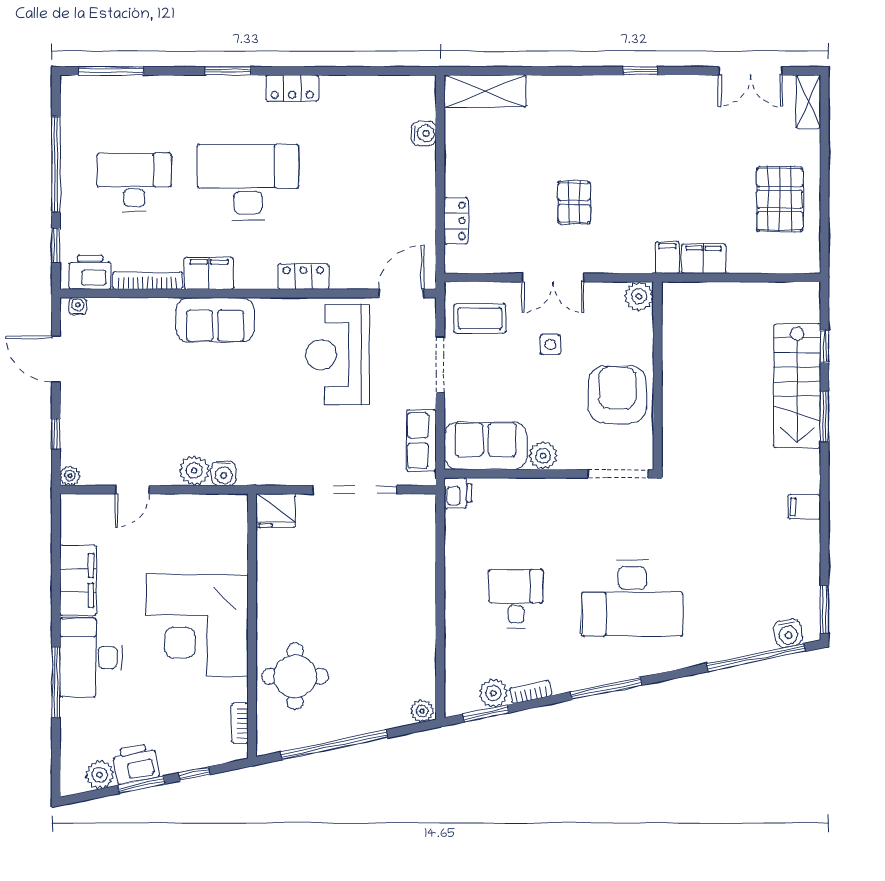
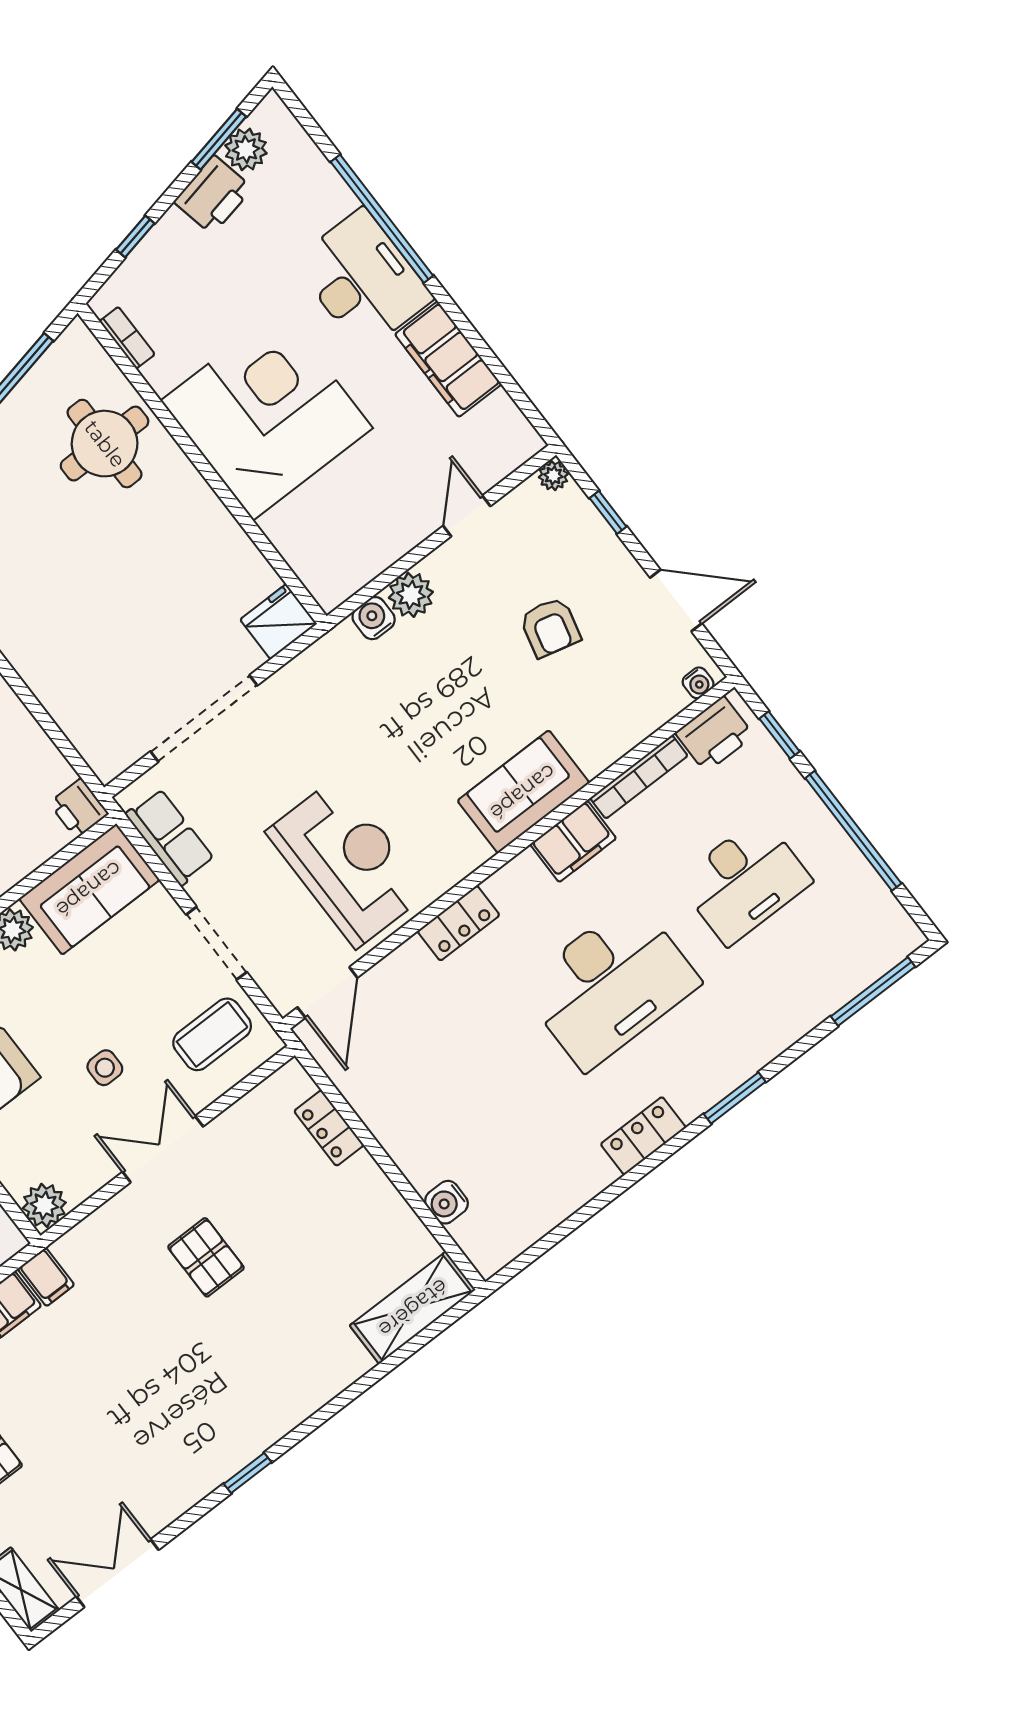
armchair: (134, 396) -> (550, 627), added
window: (56, 682) -> (382, 219), width x1.46
window: (141, 785) -> (219, 139), moved

